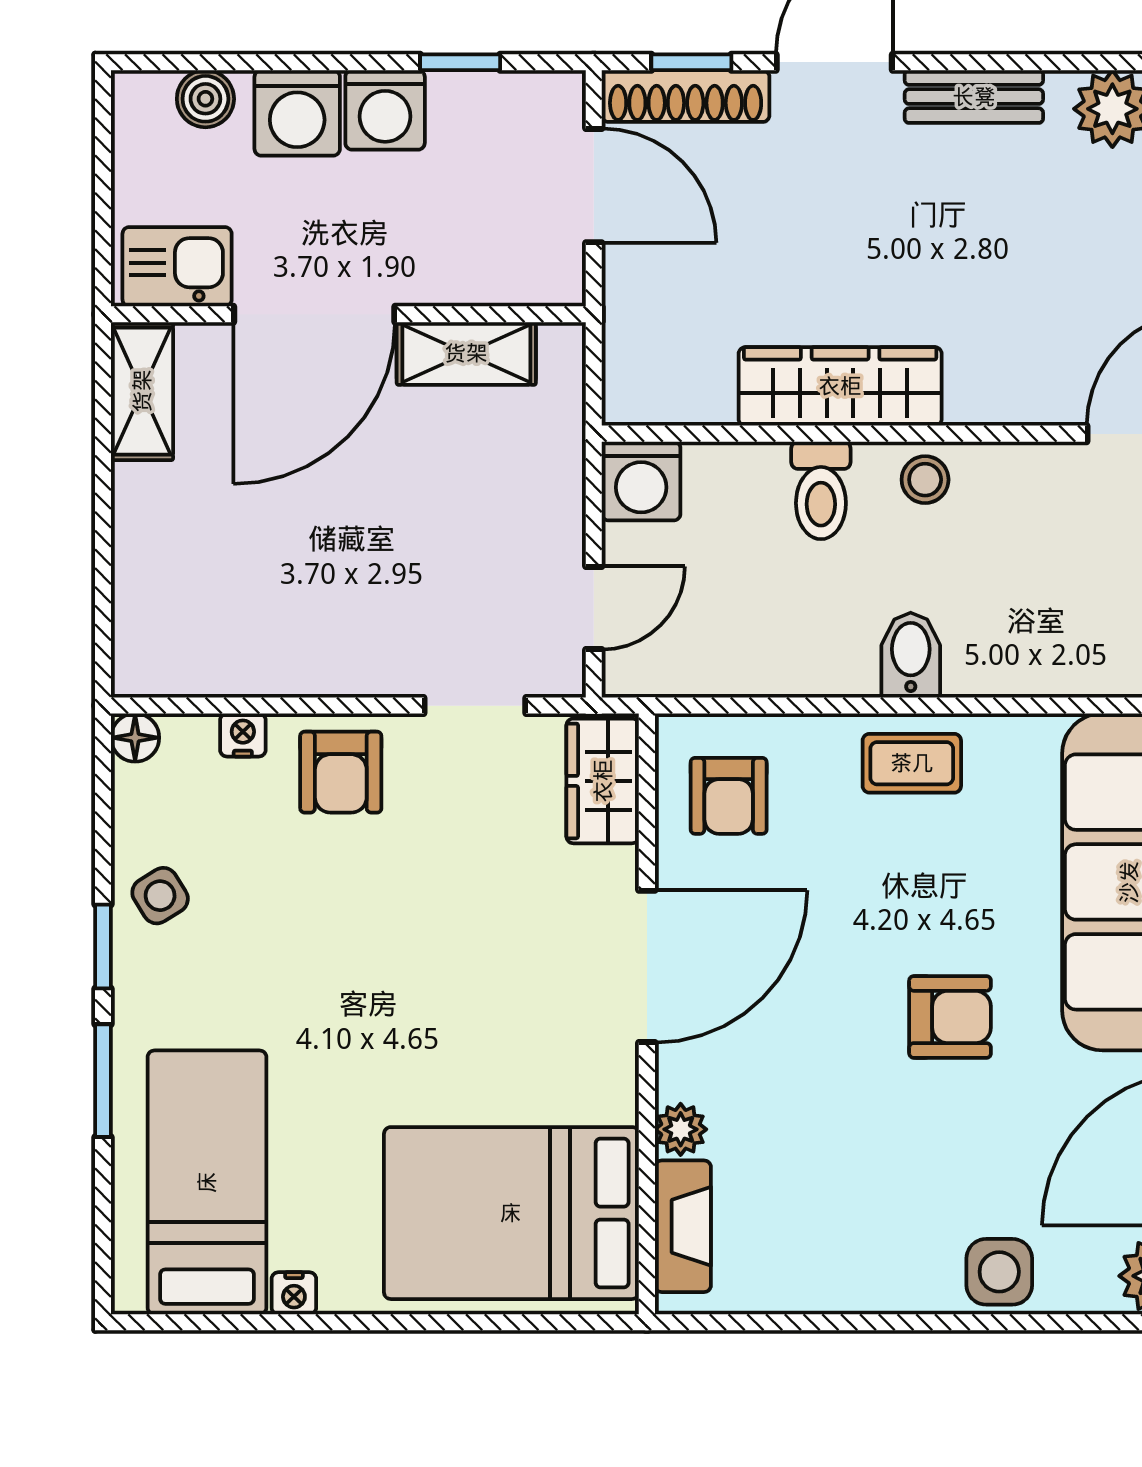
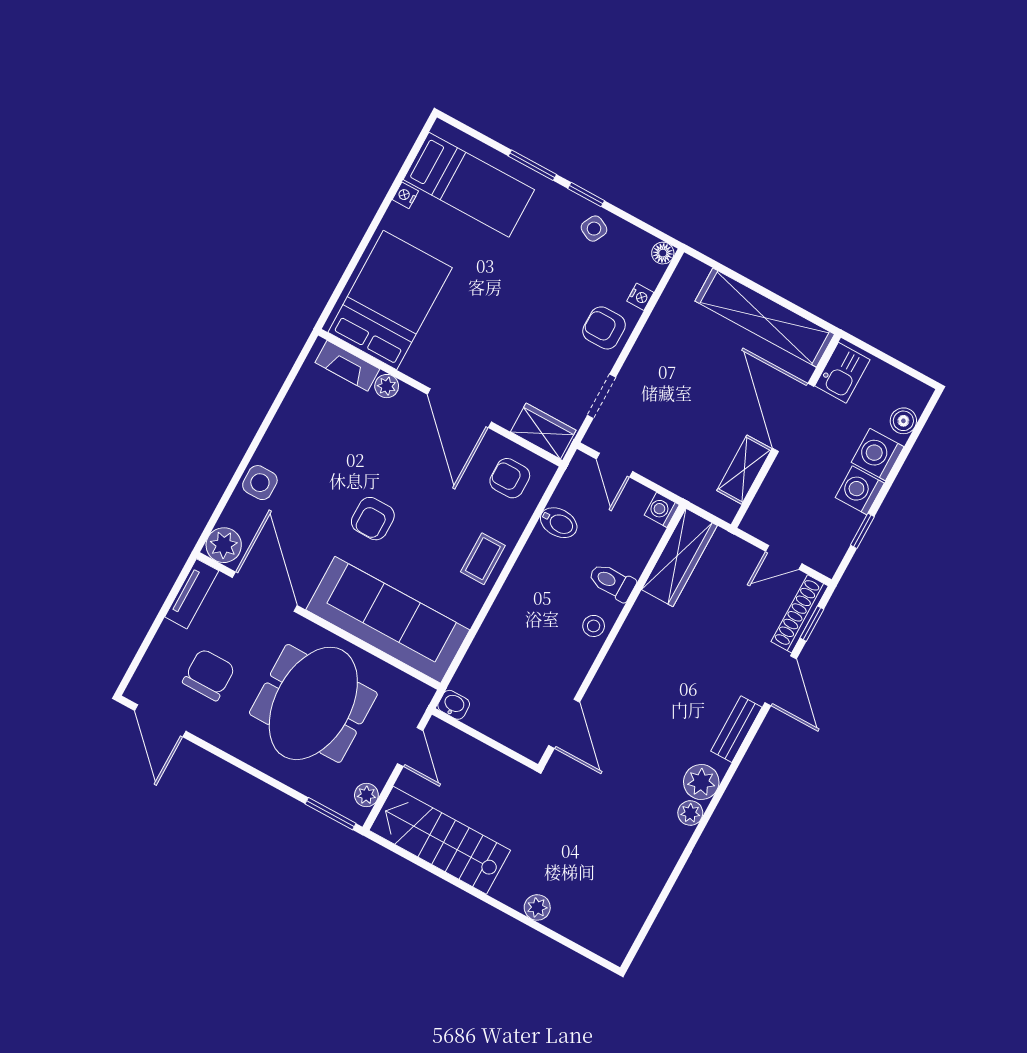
door: (594, 186) -> (784, 557), width x0.73
wardrobe: (840, 386) -> (679, 557), moved
shelving: (142, 391) -> (765, 318), width x2.20, depth x1.33
washing machine: (641, 481) -> (662, 510), width x0.73, depth x0.73
bidet: (911, 655) -> (559, 523), moved
side table: (160, 896) -> (594, 229), turned -31

